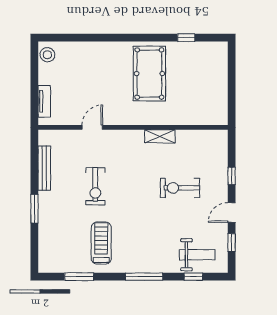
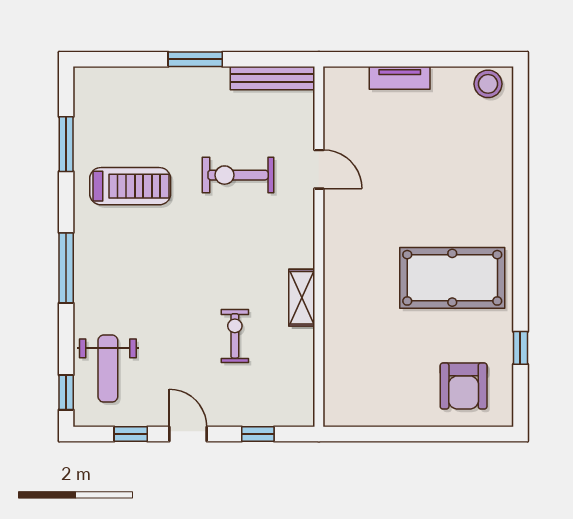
armchair: (206, 68) -> (464, 386), added
door: (92, 127) -> (319, 169), moved
wall: (133, 127) -> (319, 247), moved
shelving: (160, 136) -> (302, 298), moved
exercise bike: (180, 188) -> (235, 336), width x0.73, depth x0.72
window: (193, 277) -> (66, 392), moved

